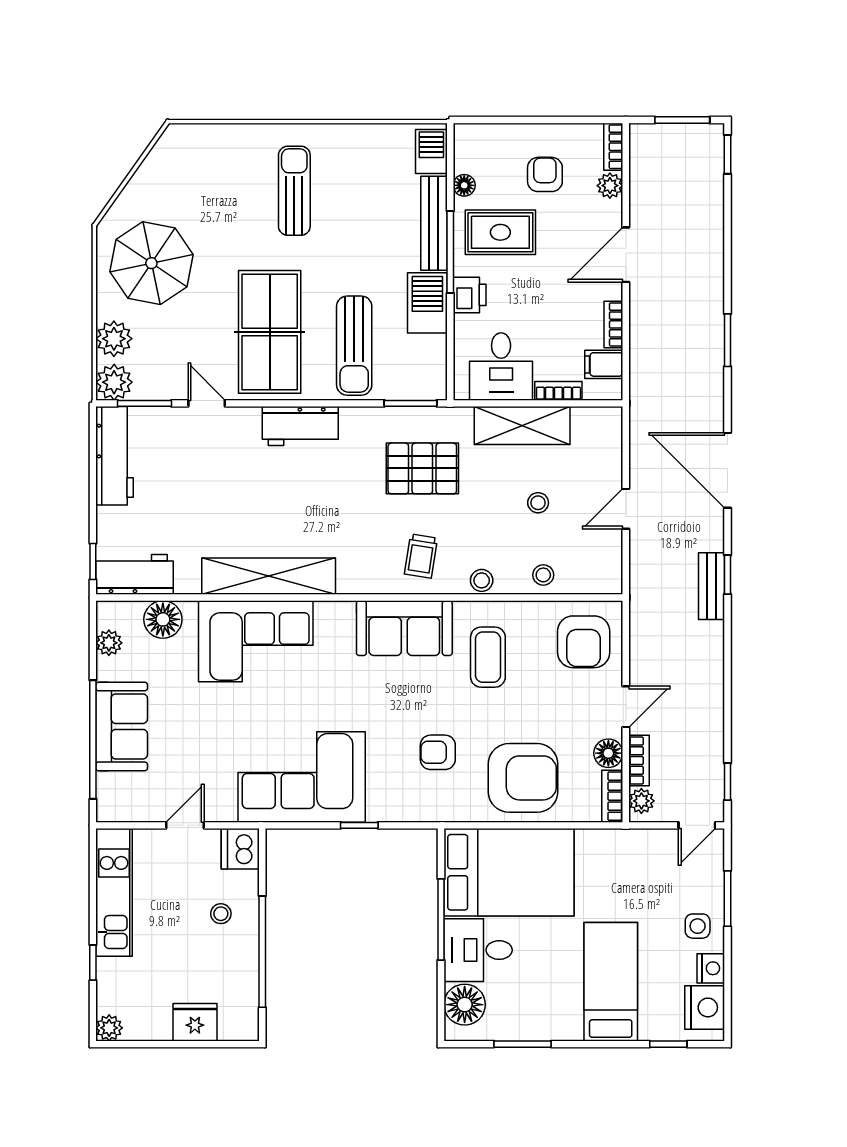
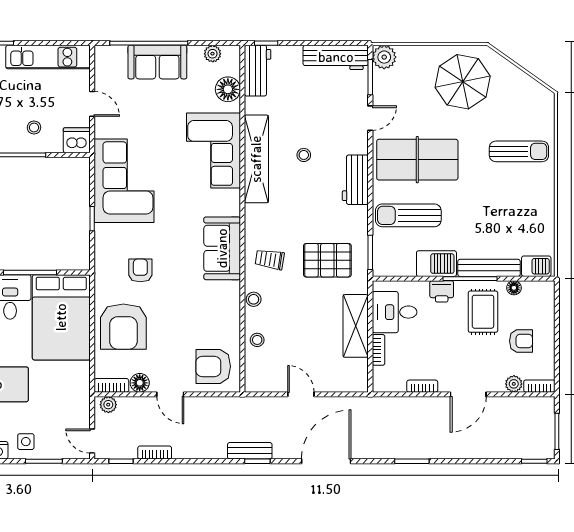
sun lounger: (294, 191) -> (519, 151), moved
door: (626, 255) -> (468, 394), swing flipped
plant: (114, 339) -> (413, 57), removed
filing cabinet: (604, 364) -> (396, 380), removed
pallet: (422, 468) -> (327, 260), turned 90
stool: (538, 503) -> (304, 155), moved
coffee table: (488, 657) -> (203, 303), removed
bookcase: (639, 761) -> (155, 453), moved, turned 180

